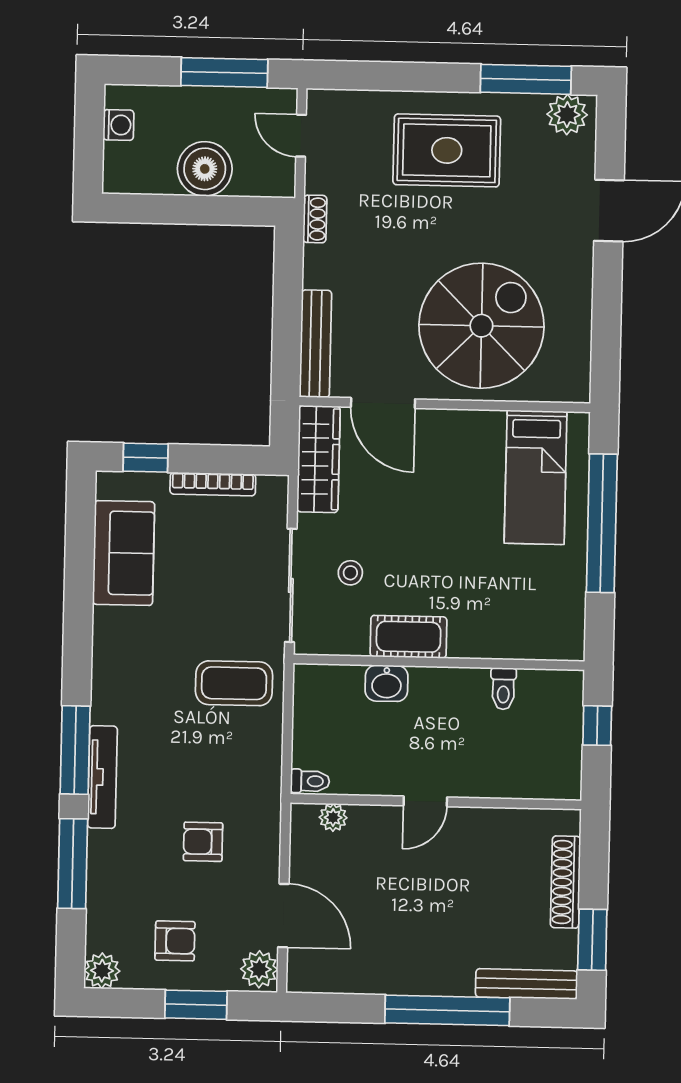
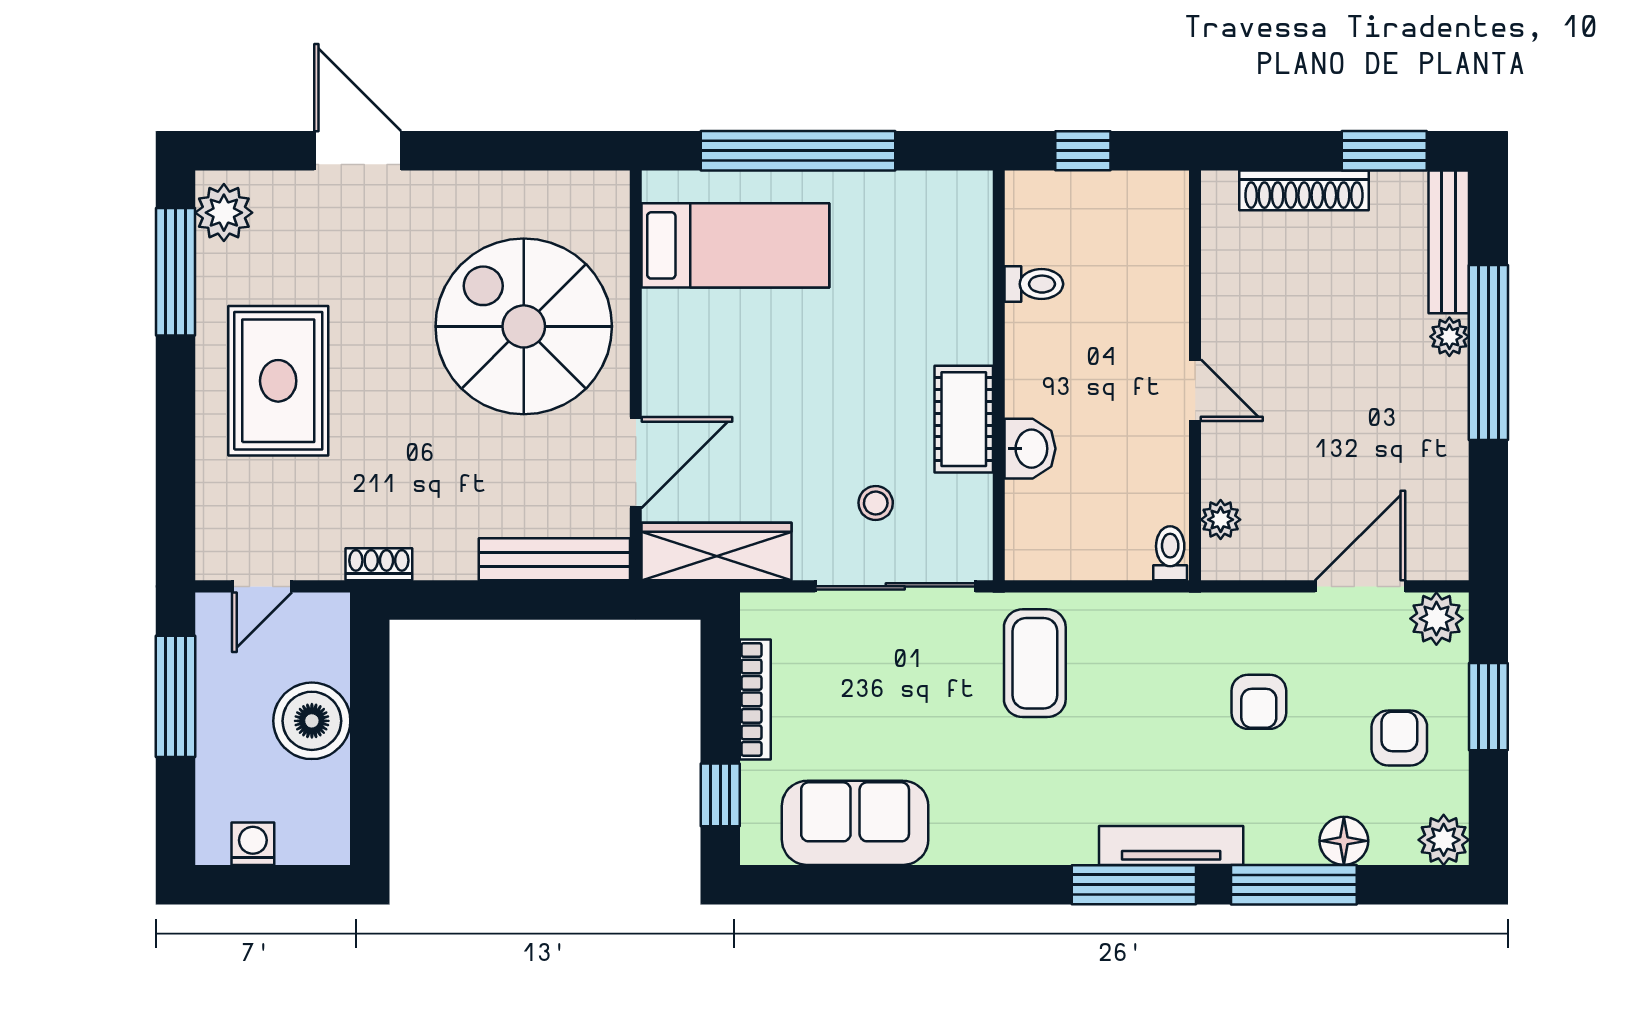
floor lamp: (103, 900) -> (1344, 841), added
plant: (459, 983) -> (1449, 337), added

